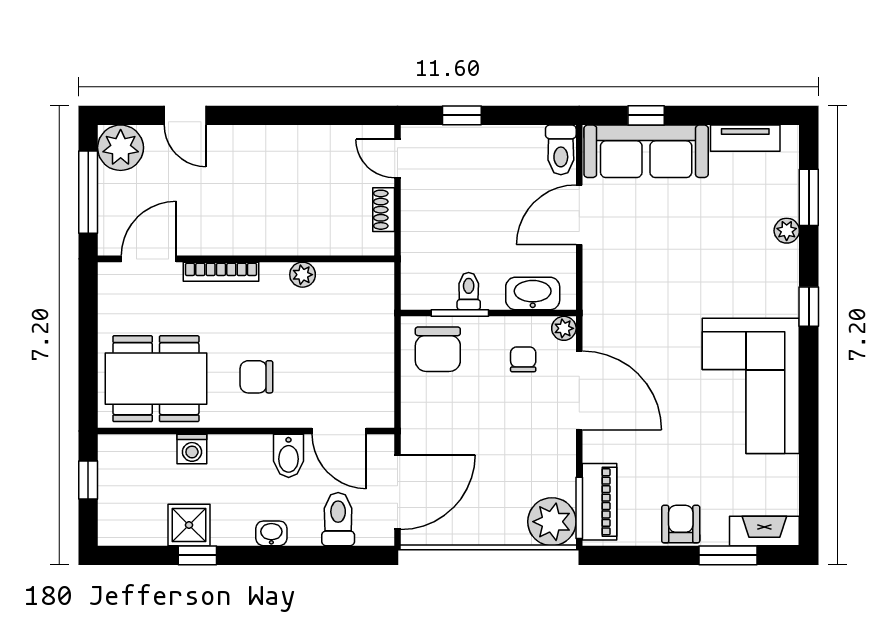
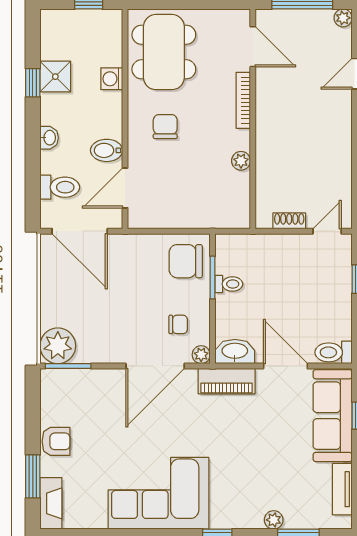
plant: (121, 148) -> (343, 18), width x0.53, depth x0.53
washbasin: (533, 293) -> (235, 351), moved, turned -90
piano: (600, 502) -> (227, 381), moved

